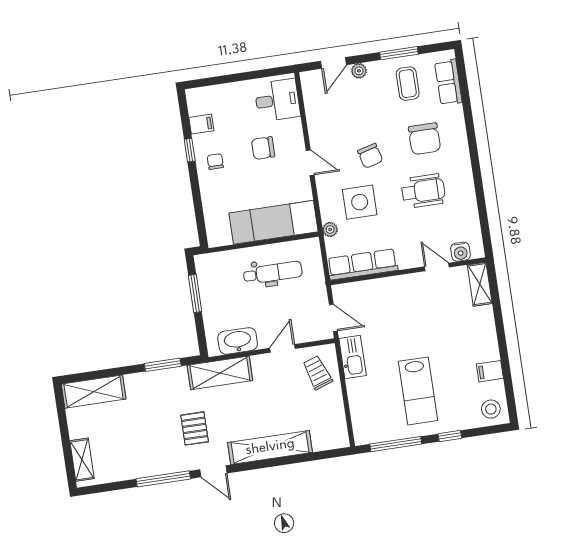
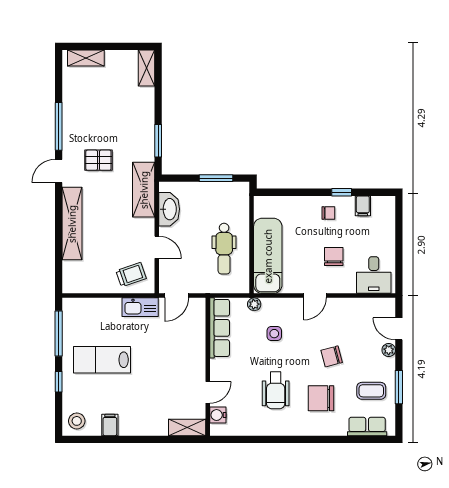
chair: (370, 156) -> (332, 356), moved
side table: (360, 202) -> (274, 334), width x0.54, depth x0.54
shelving: (94, 392) -> (146, 68), width x0.67, depth x0.75

